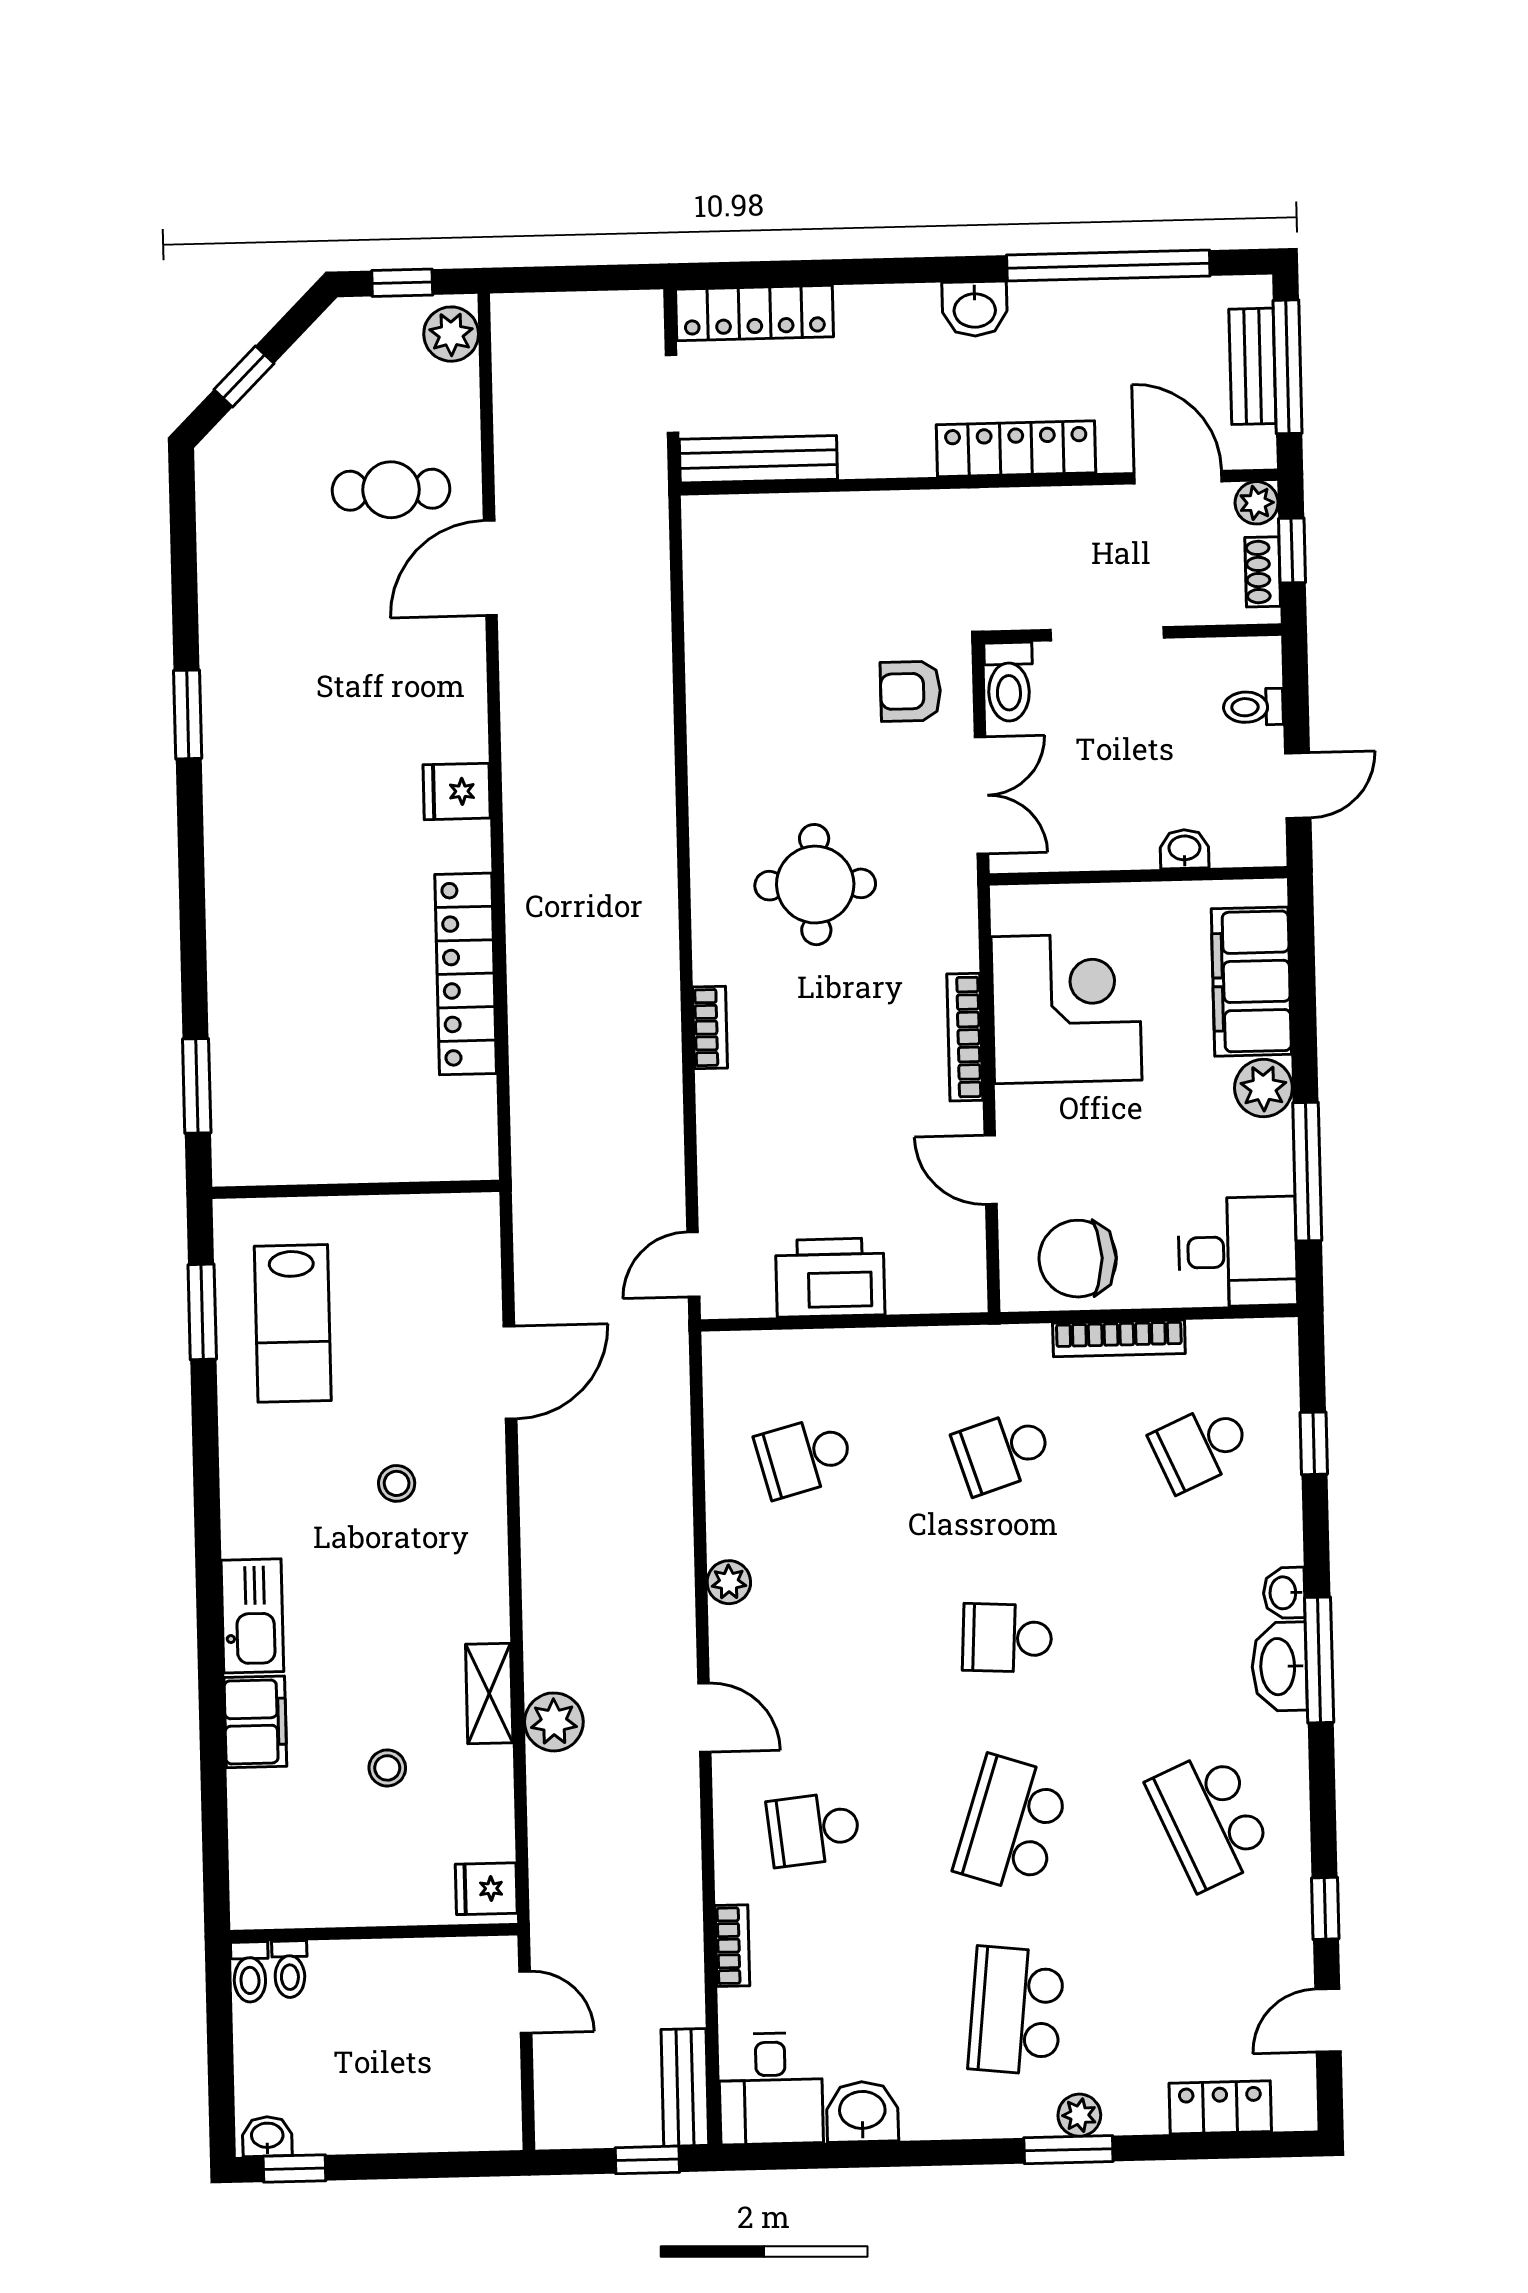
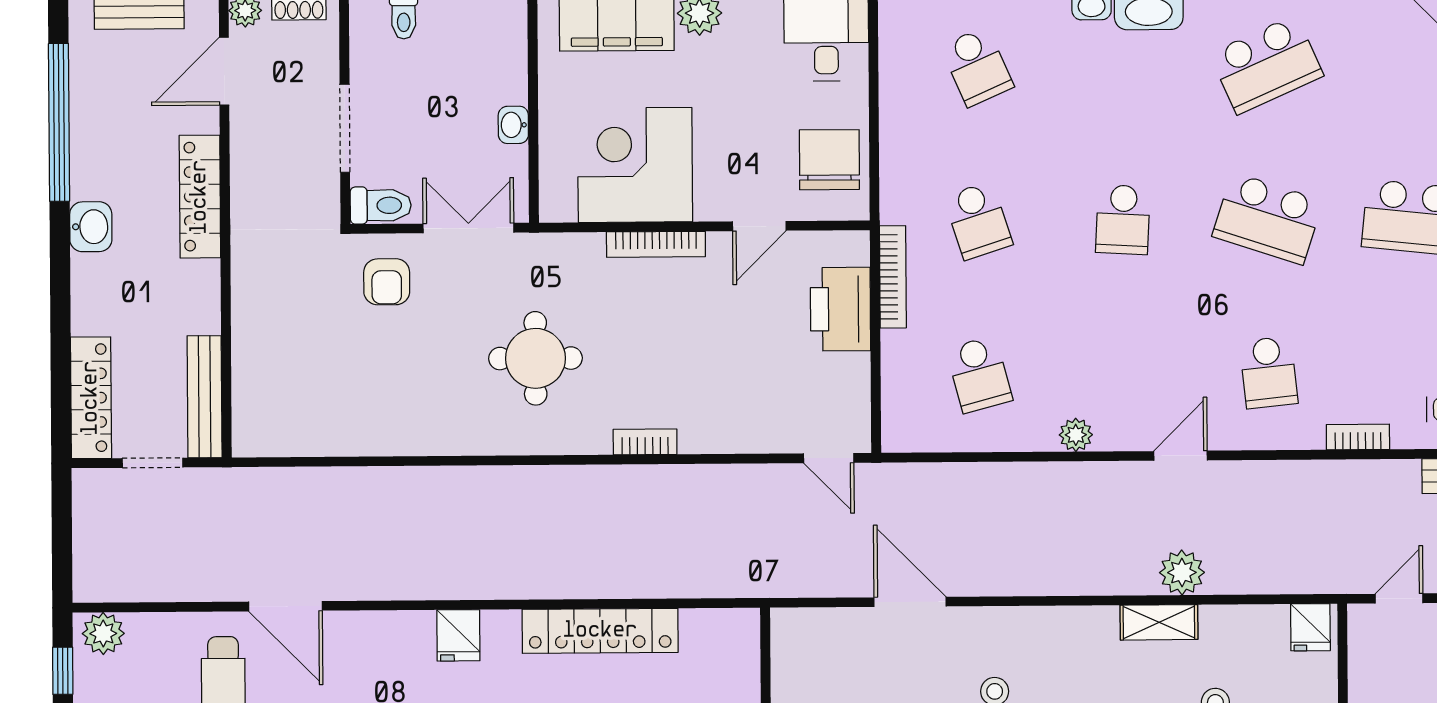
washbasin: (1184, 849) -> (513, 125), moved
chair: (1078, 1259) -> (829, 160), turned 180
printer: (830, 1278) -> (840, 309), moved
bookcase: (1119, 1338) -> (893, 277), moved

